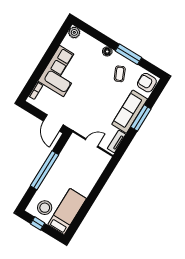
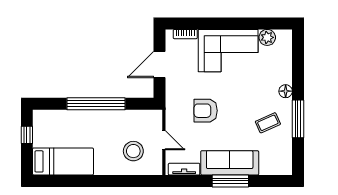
plant: (74, 32) -> (267, 37), moved
armchair: (147, 83) -> (206, 111), moved, turned -90
door: (53, 123) -> (160, 65), moved
stool: (45, 208) -> (133, 151), moved

